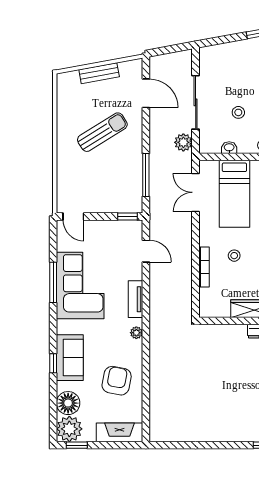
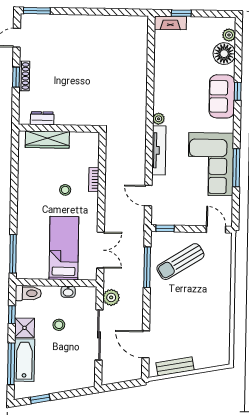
bench: (99, 73) -> (175, 366), moved
sun lounger: (102, 132) -> (180, 262), moved
bookcase: (204, 267) -> (94, 180), width x0.64
tv unit: (136, 299) -> (159, 150), width x1.41
armchair: (117, 381) -> (178, 74), removed
plant: (69, 429) -> (229, 35), width x0.53, depth x0.53
fireplace: (119, 432) -> (170, 23), width x0.73, depth x0.76
window: (77, 445) -> (181, 13), moved

